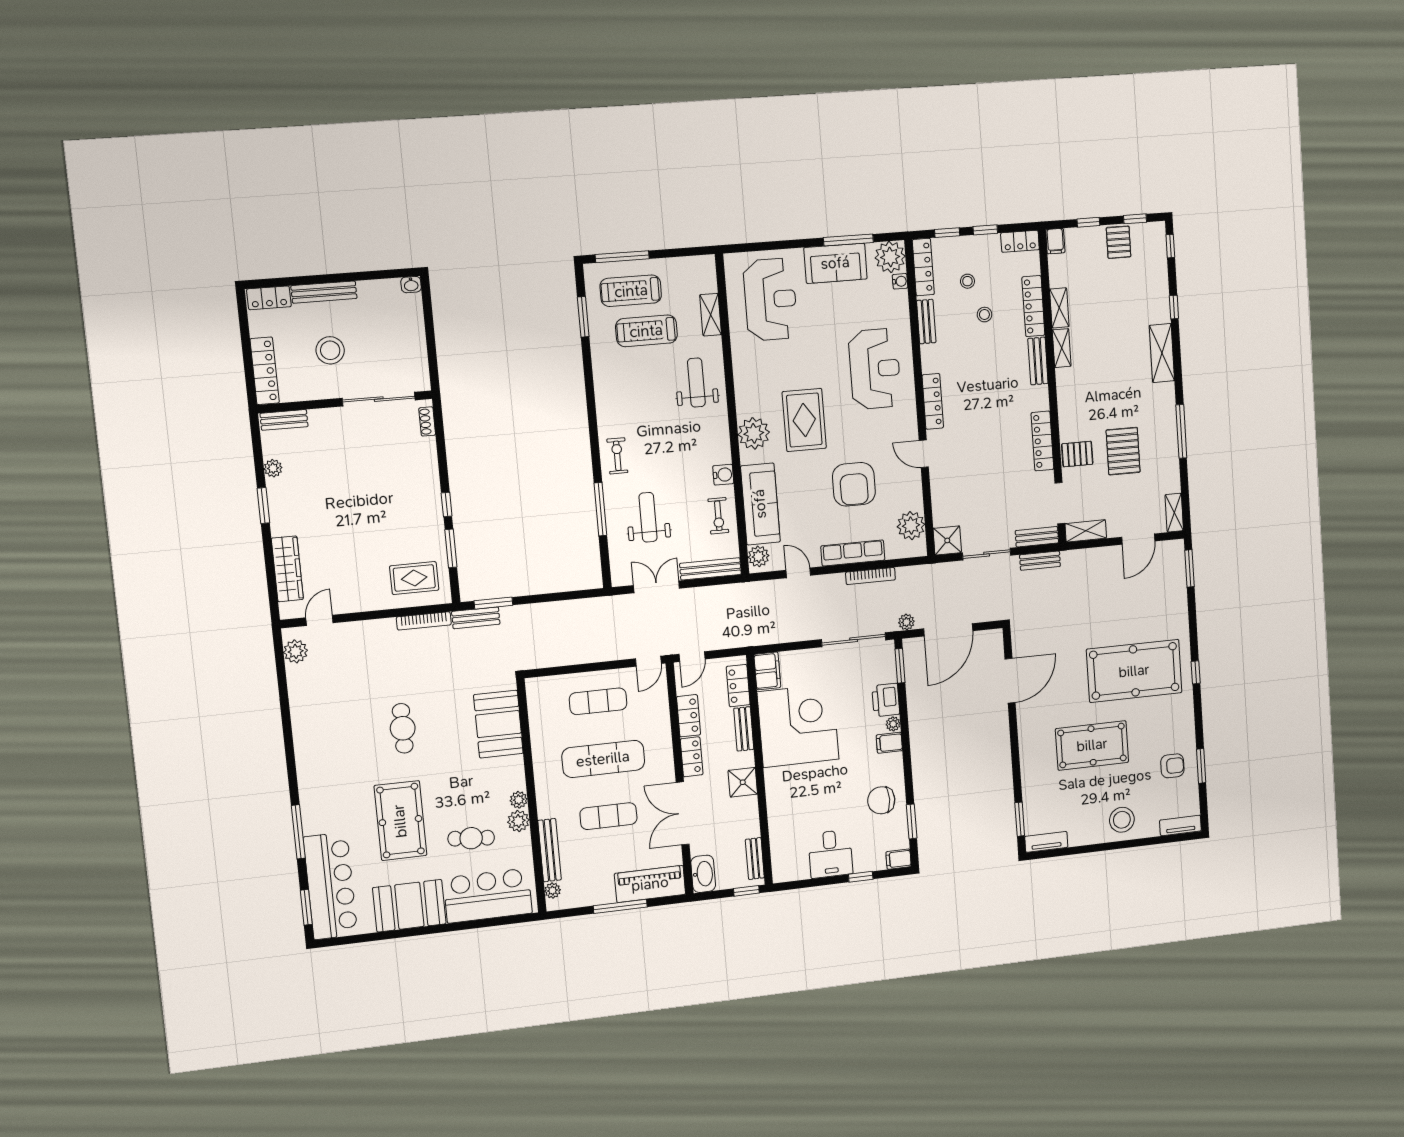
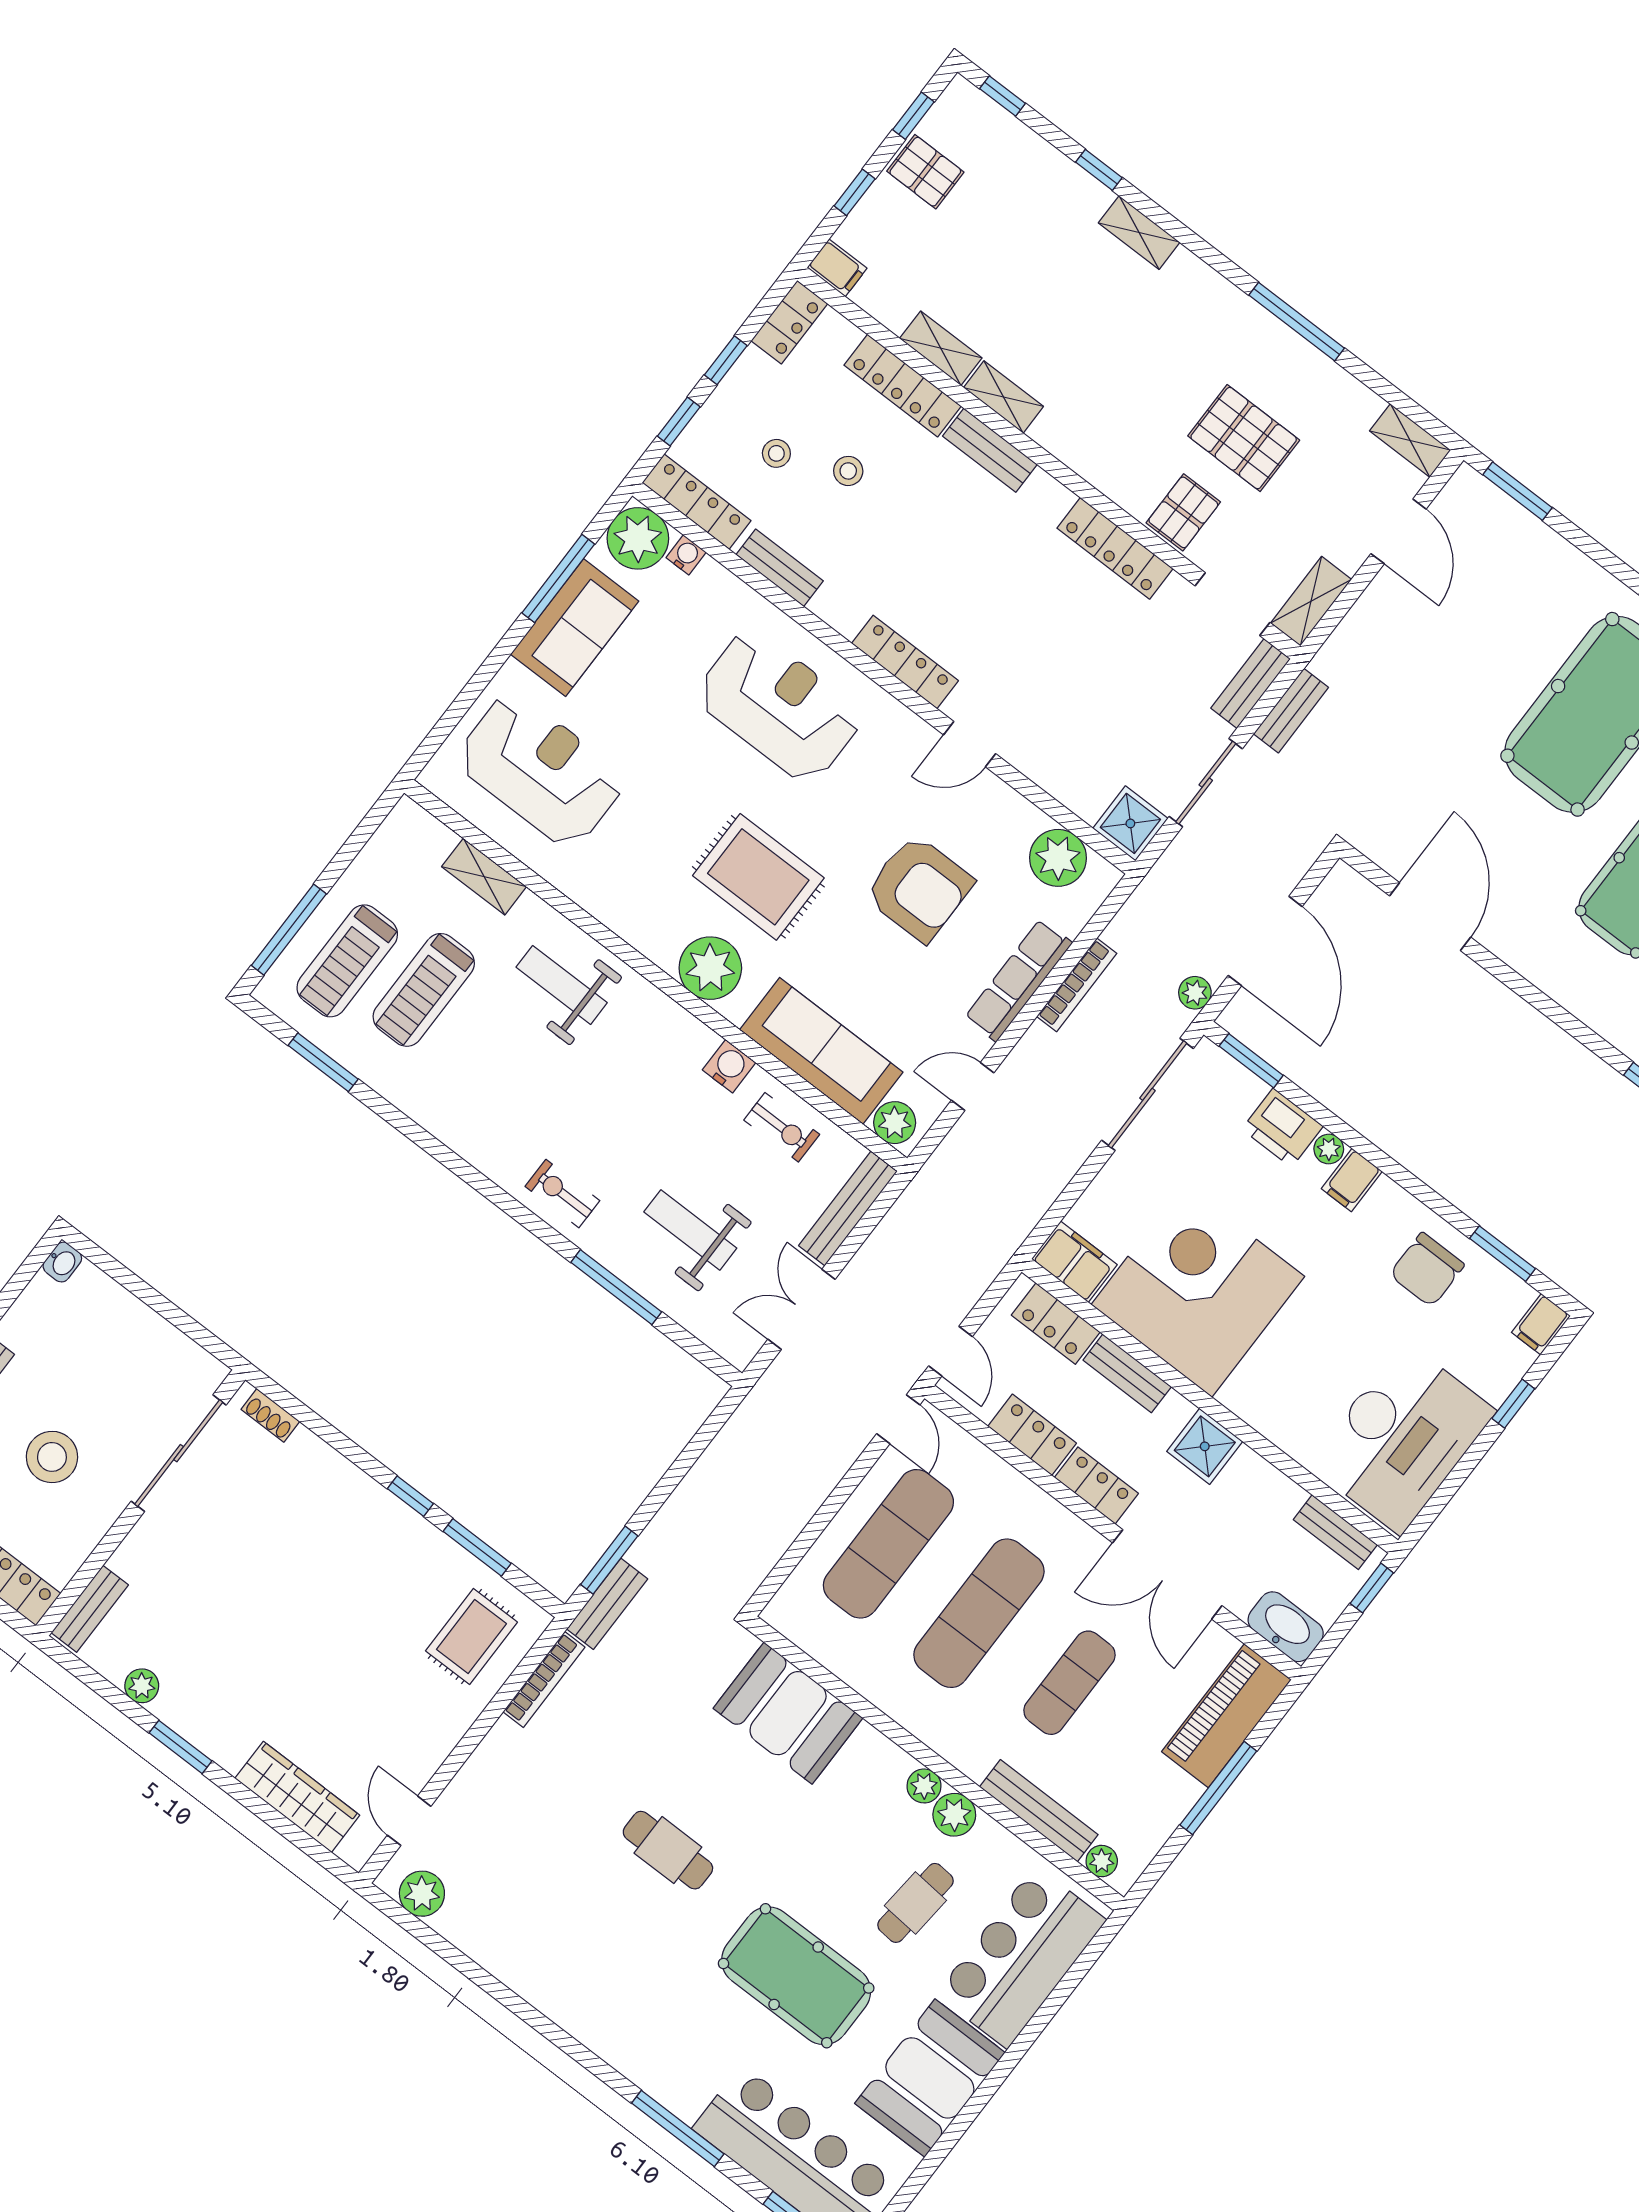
shelving: (1162, 353) -> (1139, 233), width x0.67, depth x0.75
exercise mat: (598, 701) -> (888, 1544), width x1.36, depth x1.45
desk: (830, 854) -> (1402, 1438), width x1.87, depth x1.30

